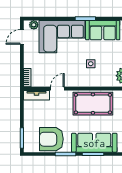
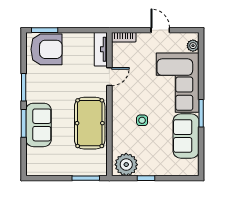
door: (22, 37) -> (160, 30), moved
door: (57, 89) -> (109, 77), hinge flipped
armchair: (51, 139) -> (46, 49), moved, turned 90
sofa: (94, 143) -> (39, 125), width x0.73

